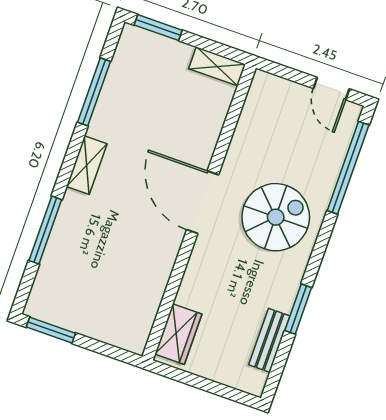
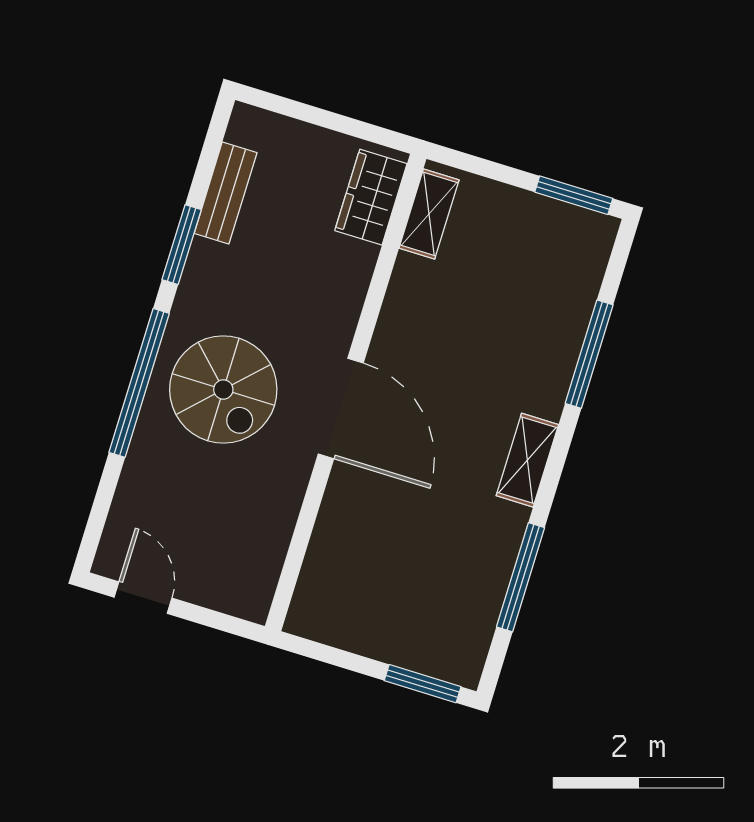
shelving: (217, 66) -> (429, 214), moved, turned 90
window: (348, 168) -> (139, 383), moved
spiral stairs: (276, 217) -> (223, 389), turned -90

